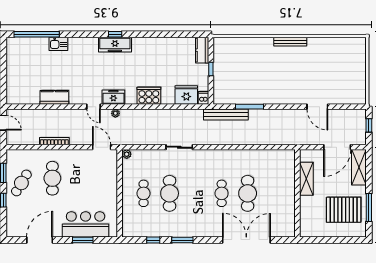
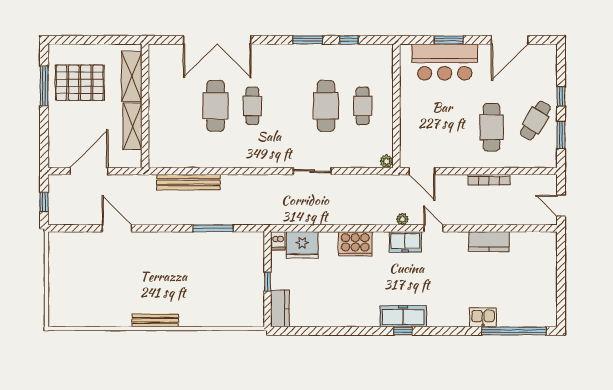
bench: (226, 115) -> (188, 182), moved
shelving: (359, 167) -> (132, 76), moved

